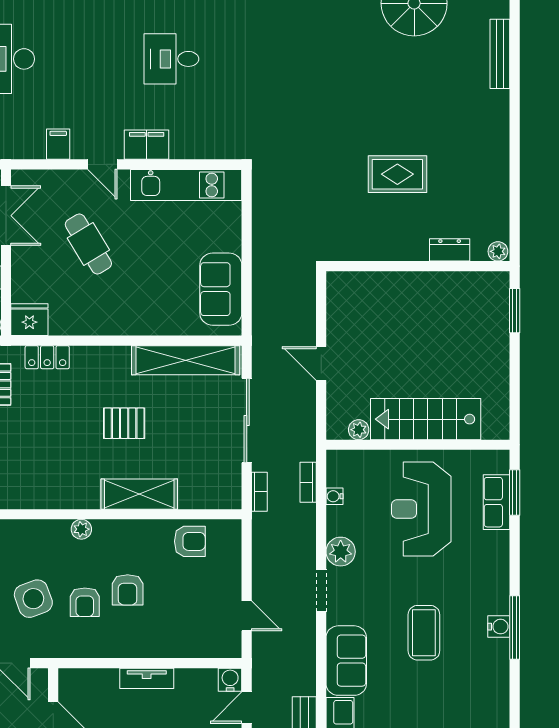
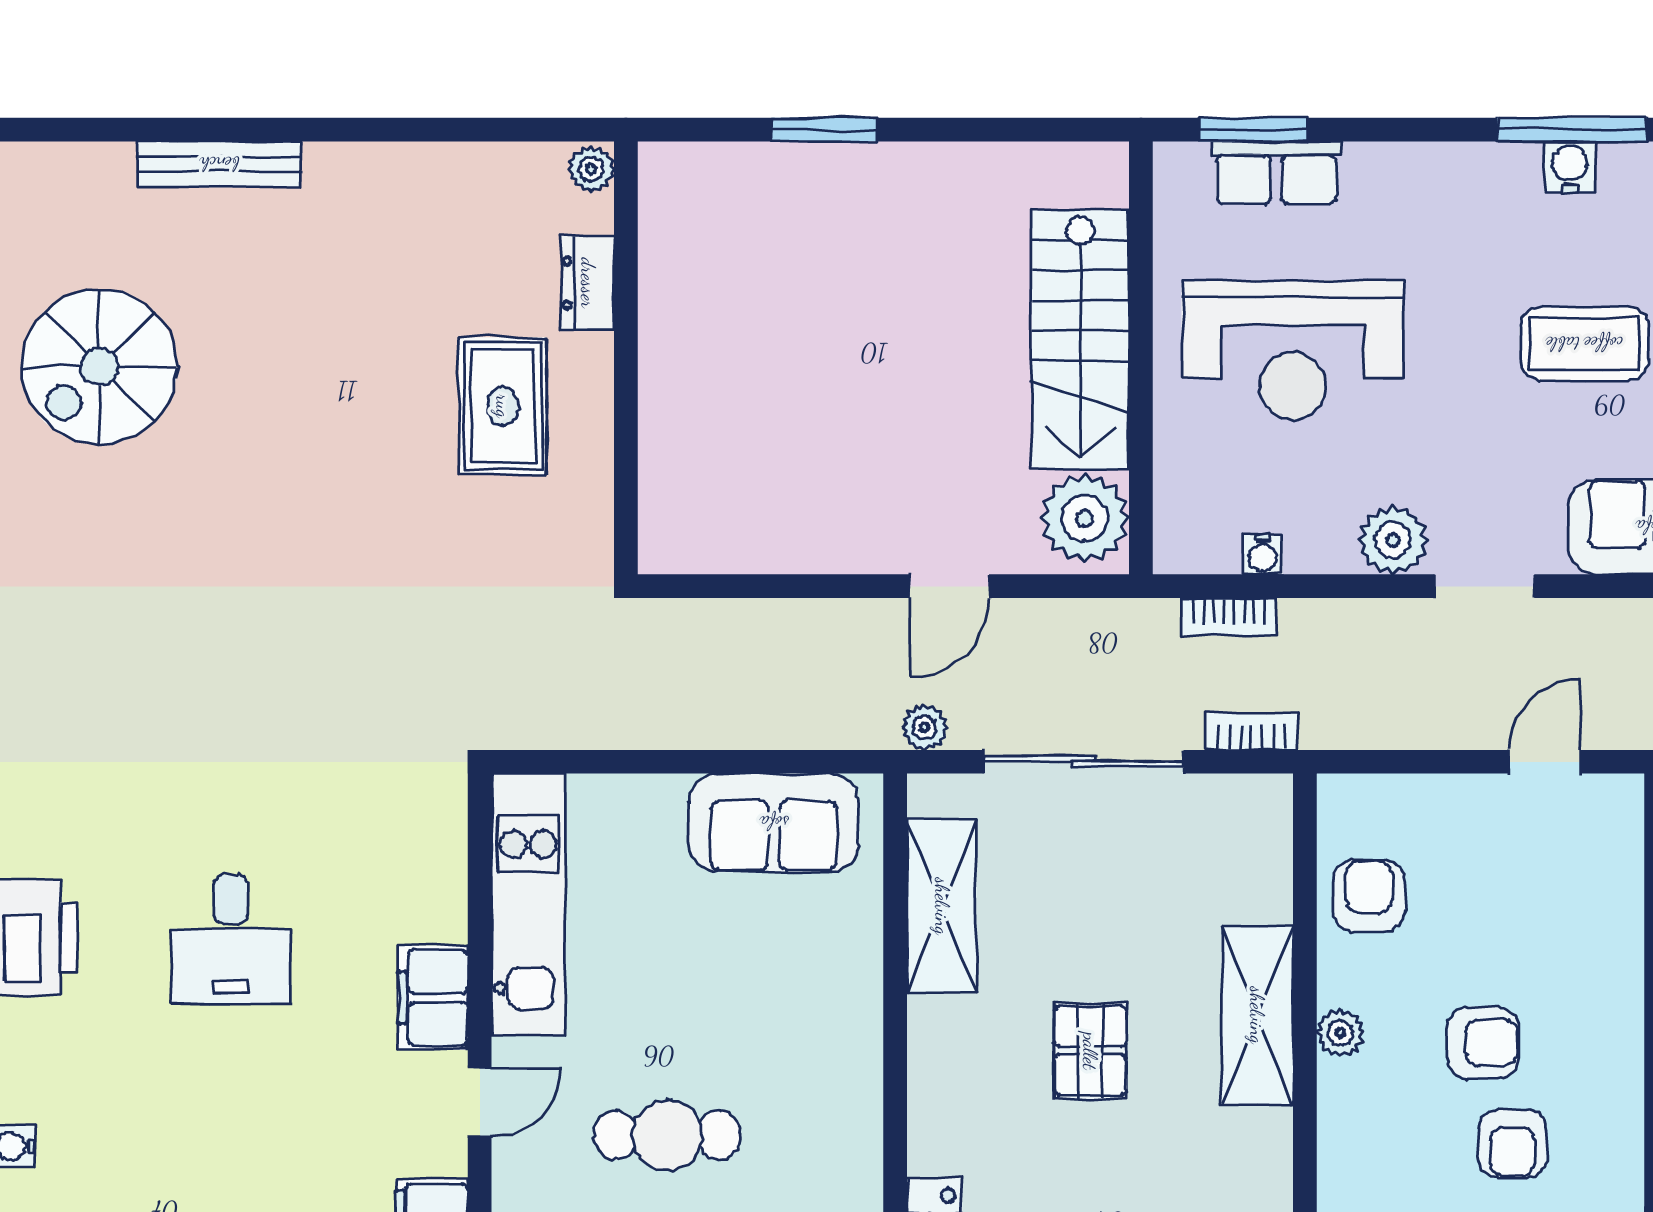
cafe table: (88, 244) -> (667, 1135), turned 31
dresser: (450, 250) -> (588, 283), moved
plant: (498, 251) -> (591, 169), moved
wall: (418, 266) -> (626, 358), moved
plant: (261, 353) -> (925, 727), added
shelving: (186, 360) -> (942, 906), width x0.68
plant: (359, 430) -> (1085, 518), width x1.87, depth x1.87
plant: (81, 529) -> (1340, 1033), moved
armchair: (85, 602) -> (1512, 1144), turned 90

